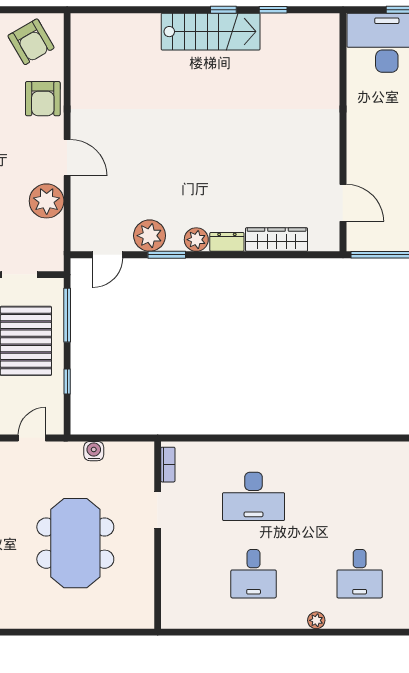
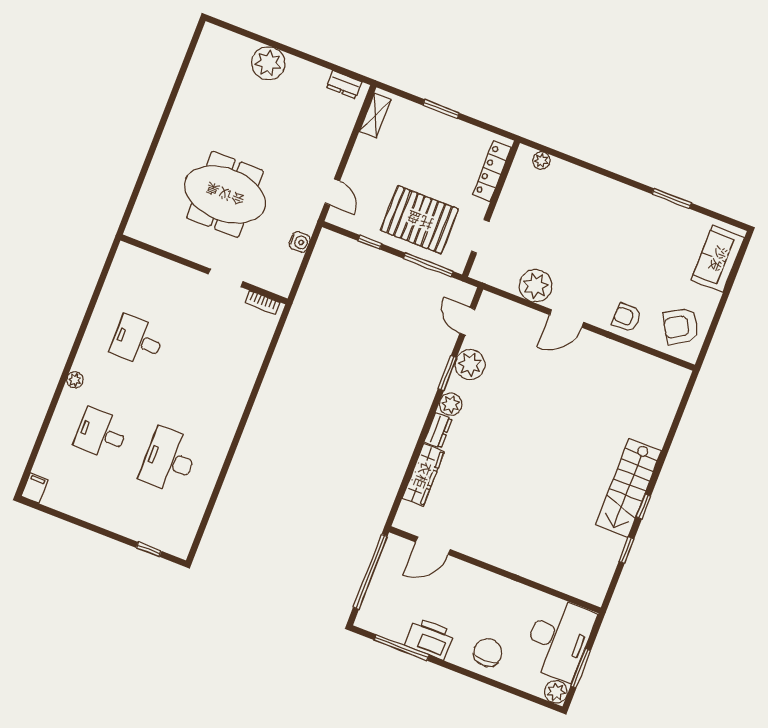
armchair: (43, 99) -> (627, 317), width x0.72, depth x0.72
desk: (254, 496) -> (169, 460), moved

